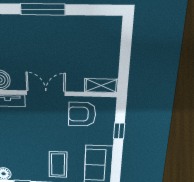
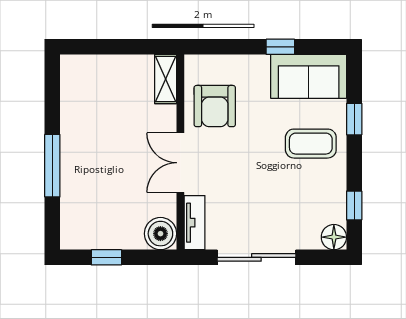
window: (119, 131) -> (280, 47), moved

